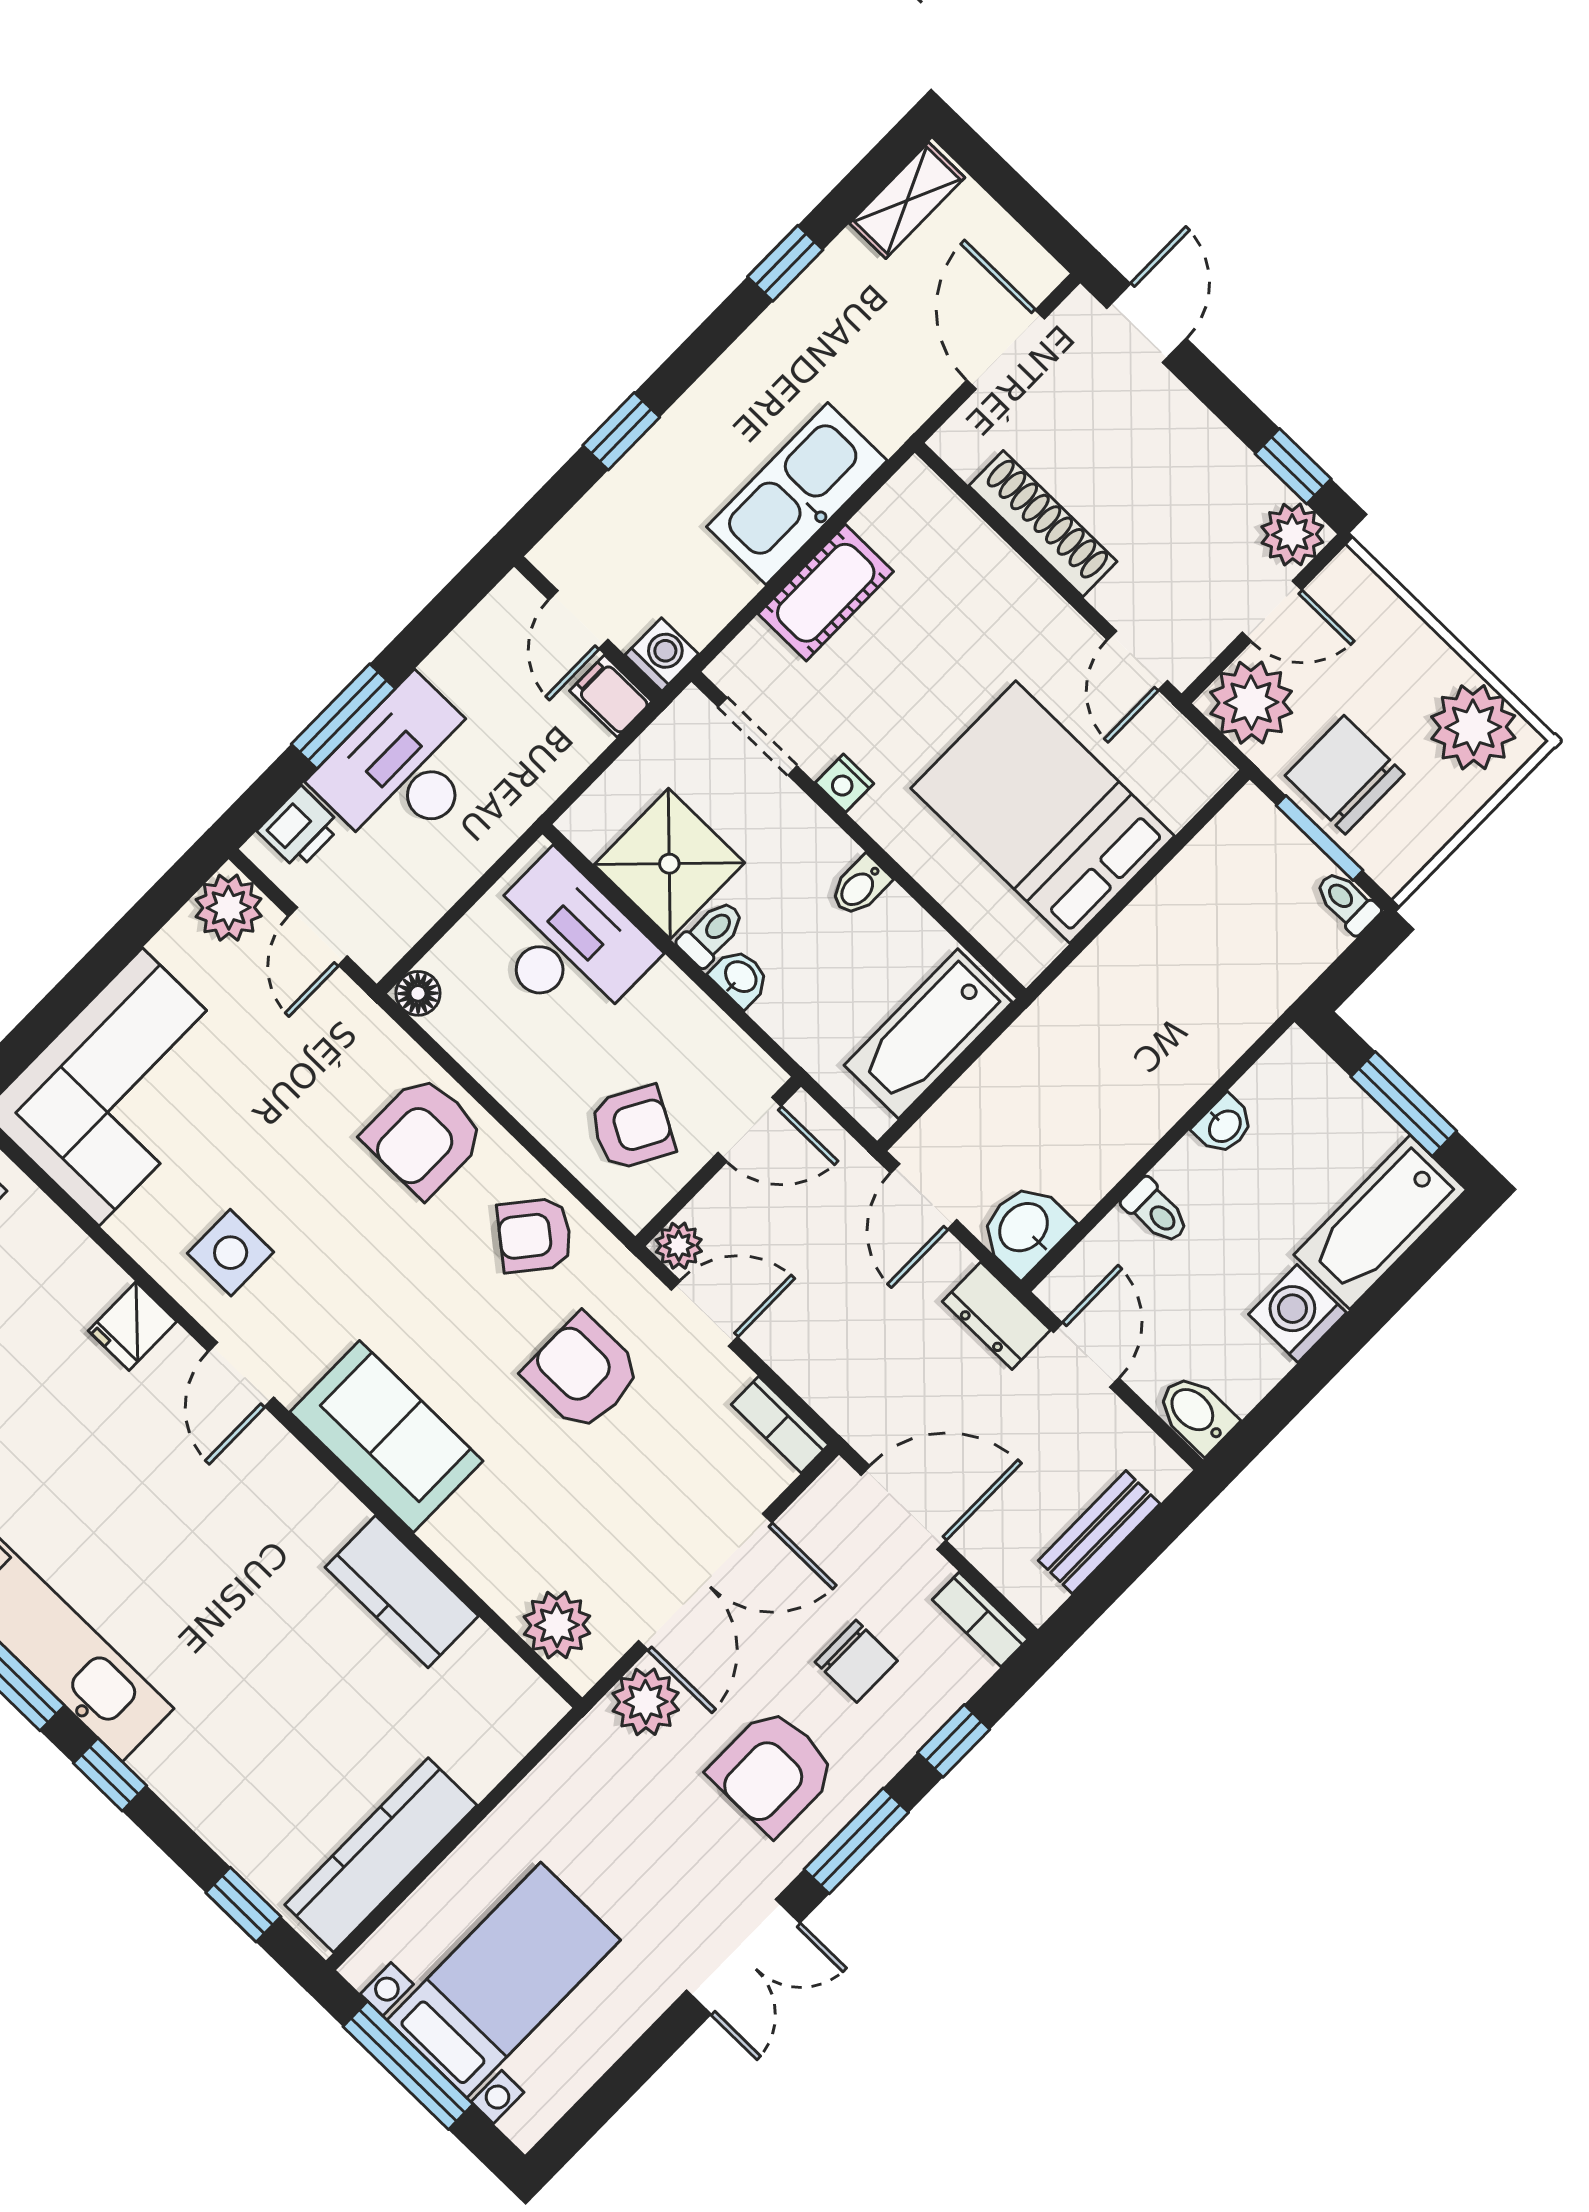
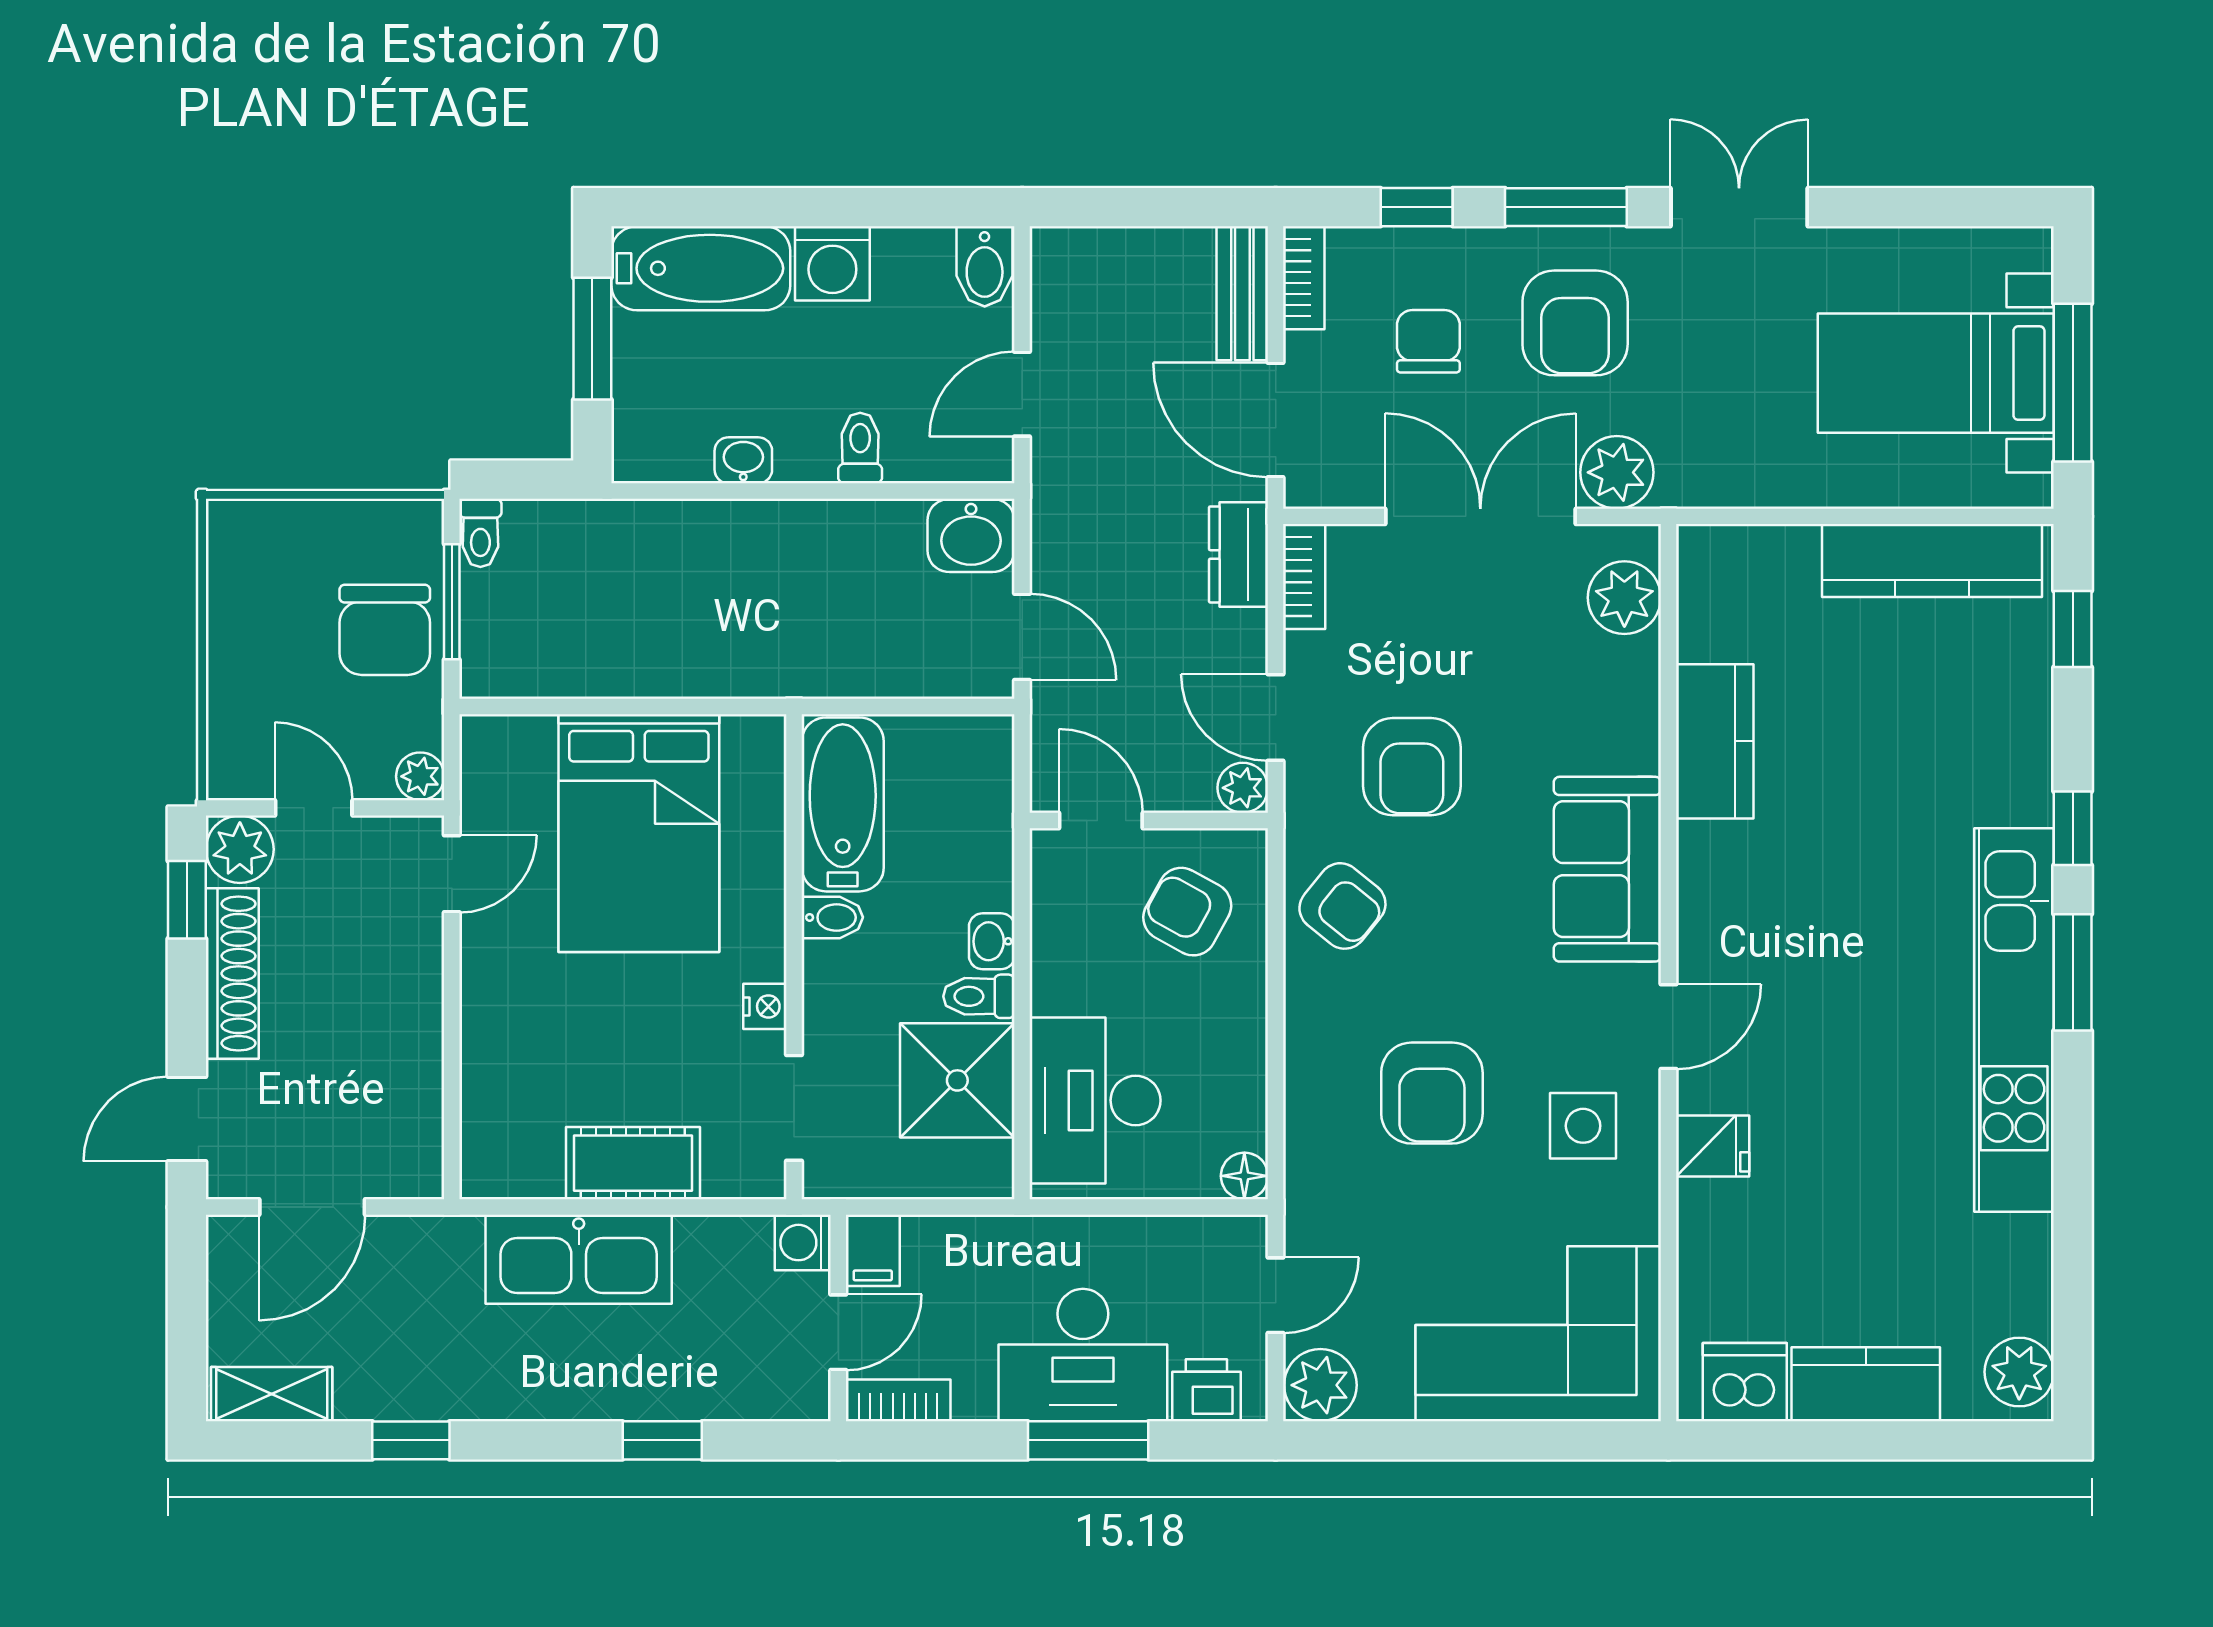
shoe rack: (1043, 524) -> (232, 973), moved, turned 180
bookcase: (494, 615) -> (898, 1400), added
plant: (1251, 703) -> (420, 776), width x0.53, depth x0.53
plant: (1473, 727) -> (252, 567), removed
bathtub: (928, 1034) -> (843, 804), moved, turned -90
armchair: (424, 1136) -> (1432, 1093), moved, turned 90
door: (924, 1197) -> (1022, 637), hinge flipped
dresser: (996, 1316) -> (1239, 554), moved, turned 180
bench: (1099, 1532) -> (1242, 293), moved, turned 90
armchair: (773, 1771) -> (1575, 323), turned 90

